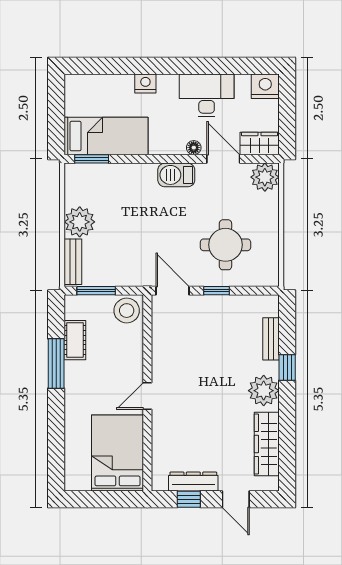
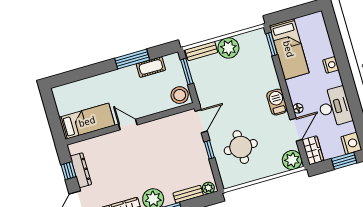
window: (287, 104) -> (344, 161), added
plant: (270, 307) -> (208, 188), added
bed: (118, 453) -> (87, 121), width x0.67

